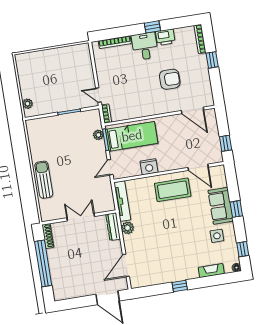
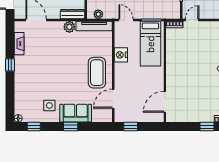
armchair: (170, 79) -> (196, 86), removed
plant: (98, 135) -> (98, 14), moved
fireplace: (211, 271) -> (19, 44), moved

